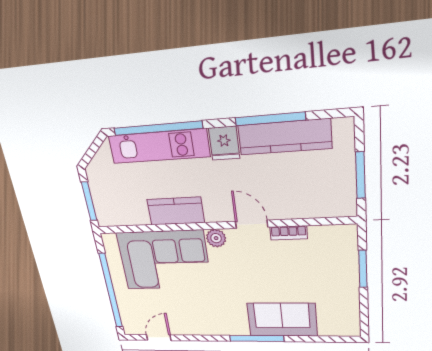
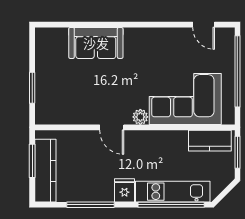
kitchen counter: (285, 137) -> (45, 171), moved, turned 90
kitchen counter: (176, 211) -> (210, 141), moved
bookcase: (289, 233) -> (85, 119), removed
door: (159, 338) -> (204, 25), hinge flipped
window: (257, 338) -> (118, 25), removed

